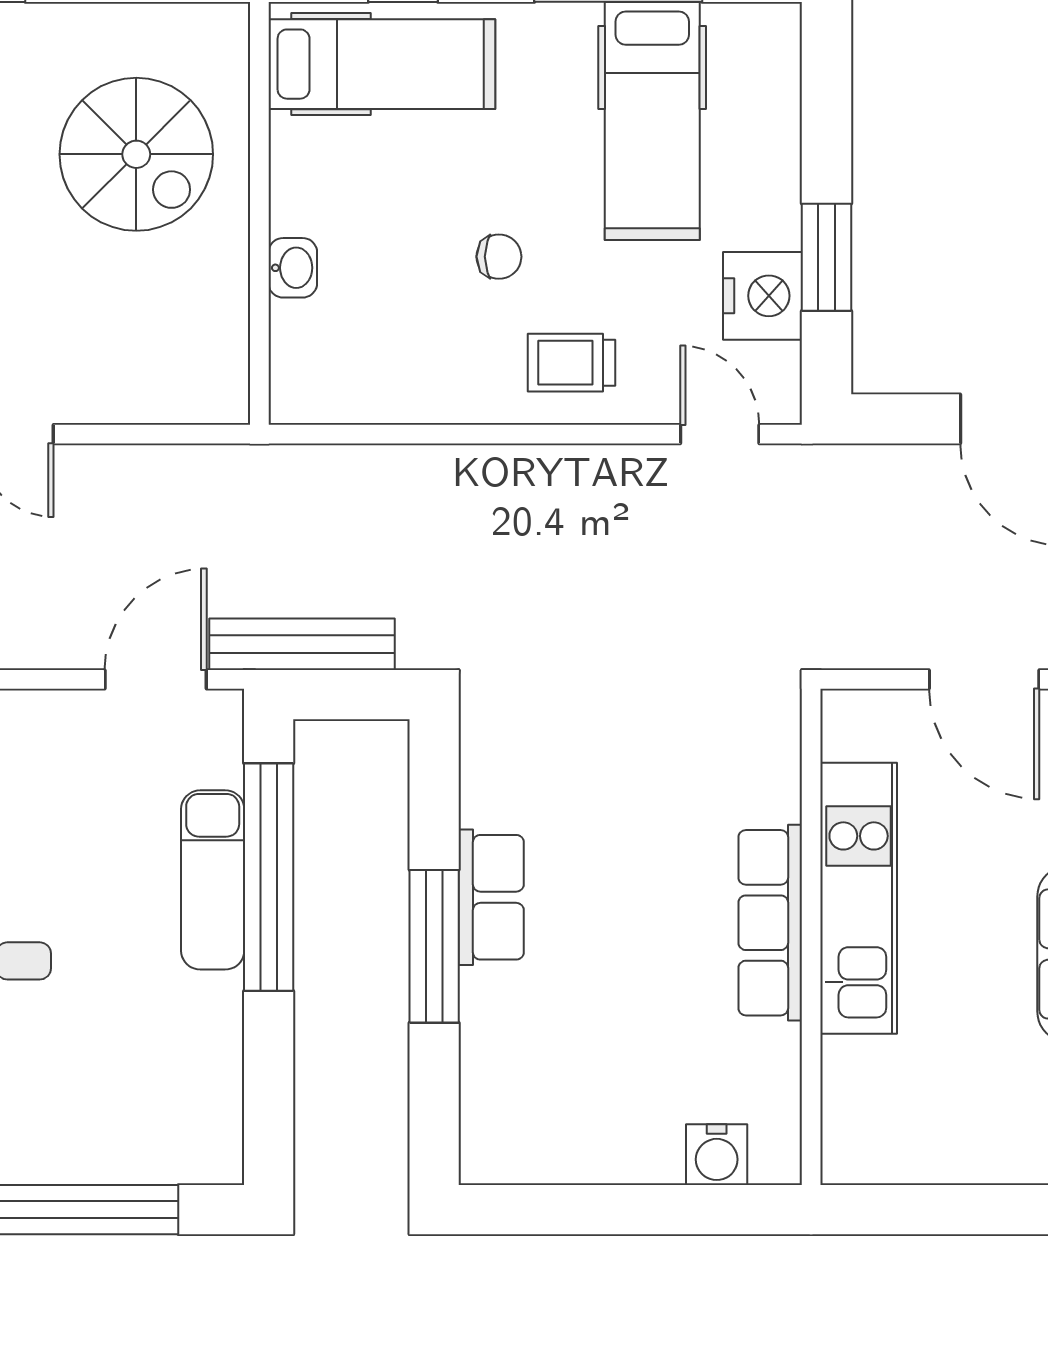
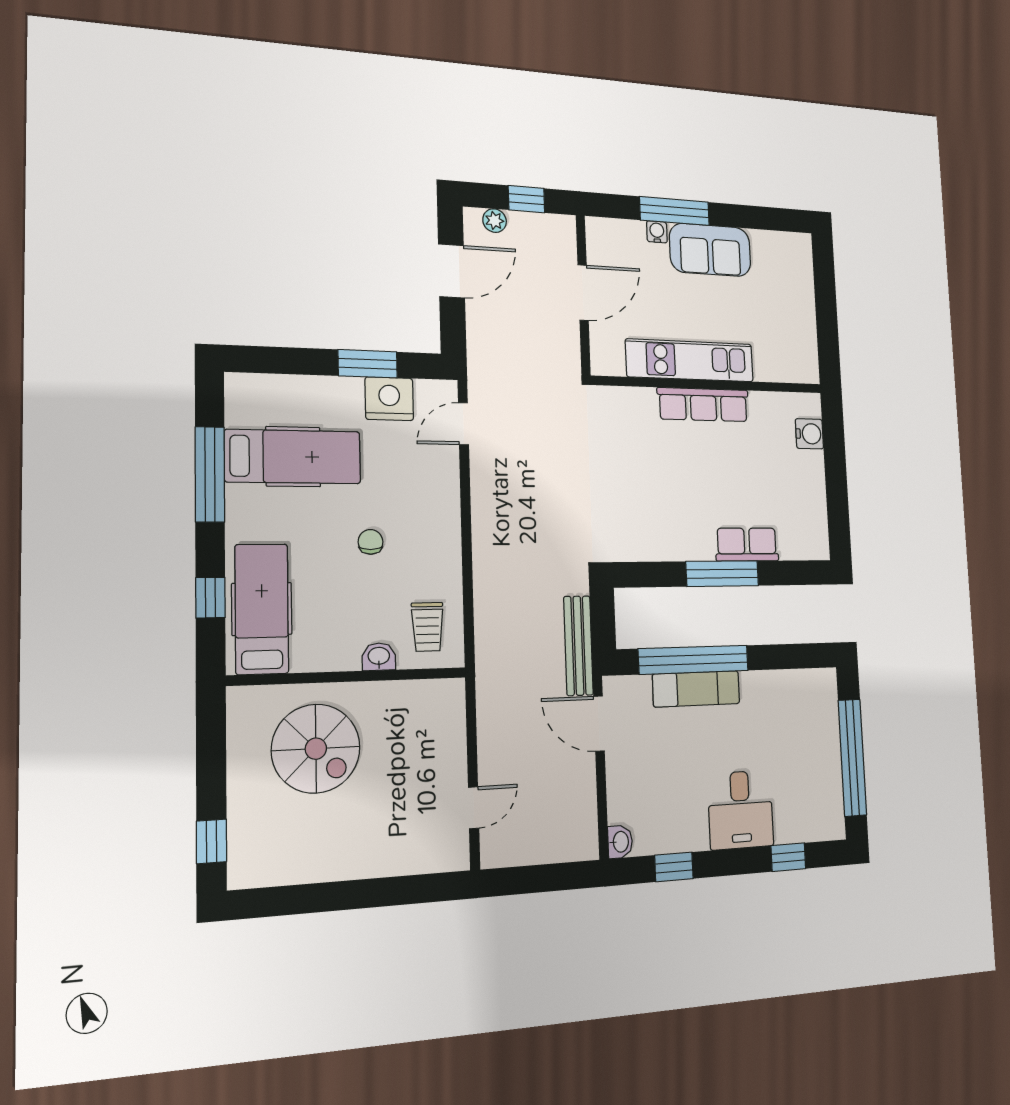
spiral stairs: (136, 154) -> (316, 749), turned 90
trolley: (571, 363) -> (427, 627), moved
row of seats: (491, 897) -> (747, 545), moved

